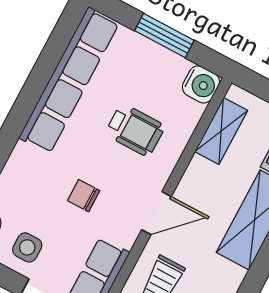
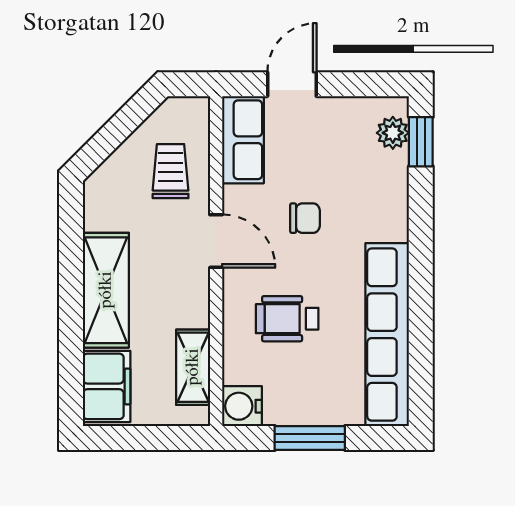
door: (156, 213) -> (216, 241), swing flipped
side table: (27, 247) -> (336, 130), removed

